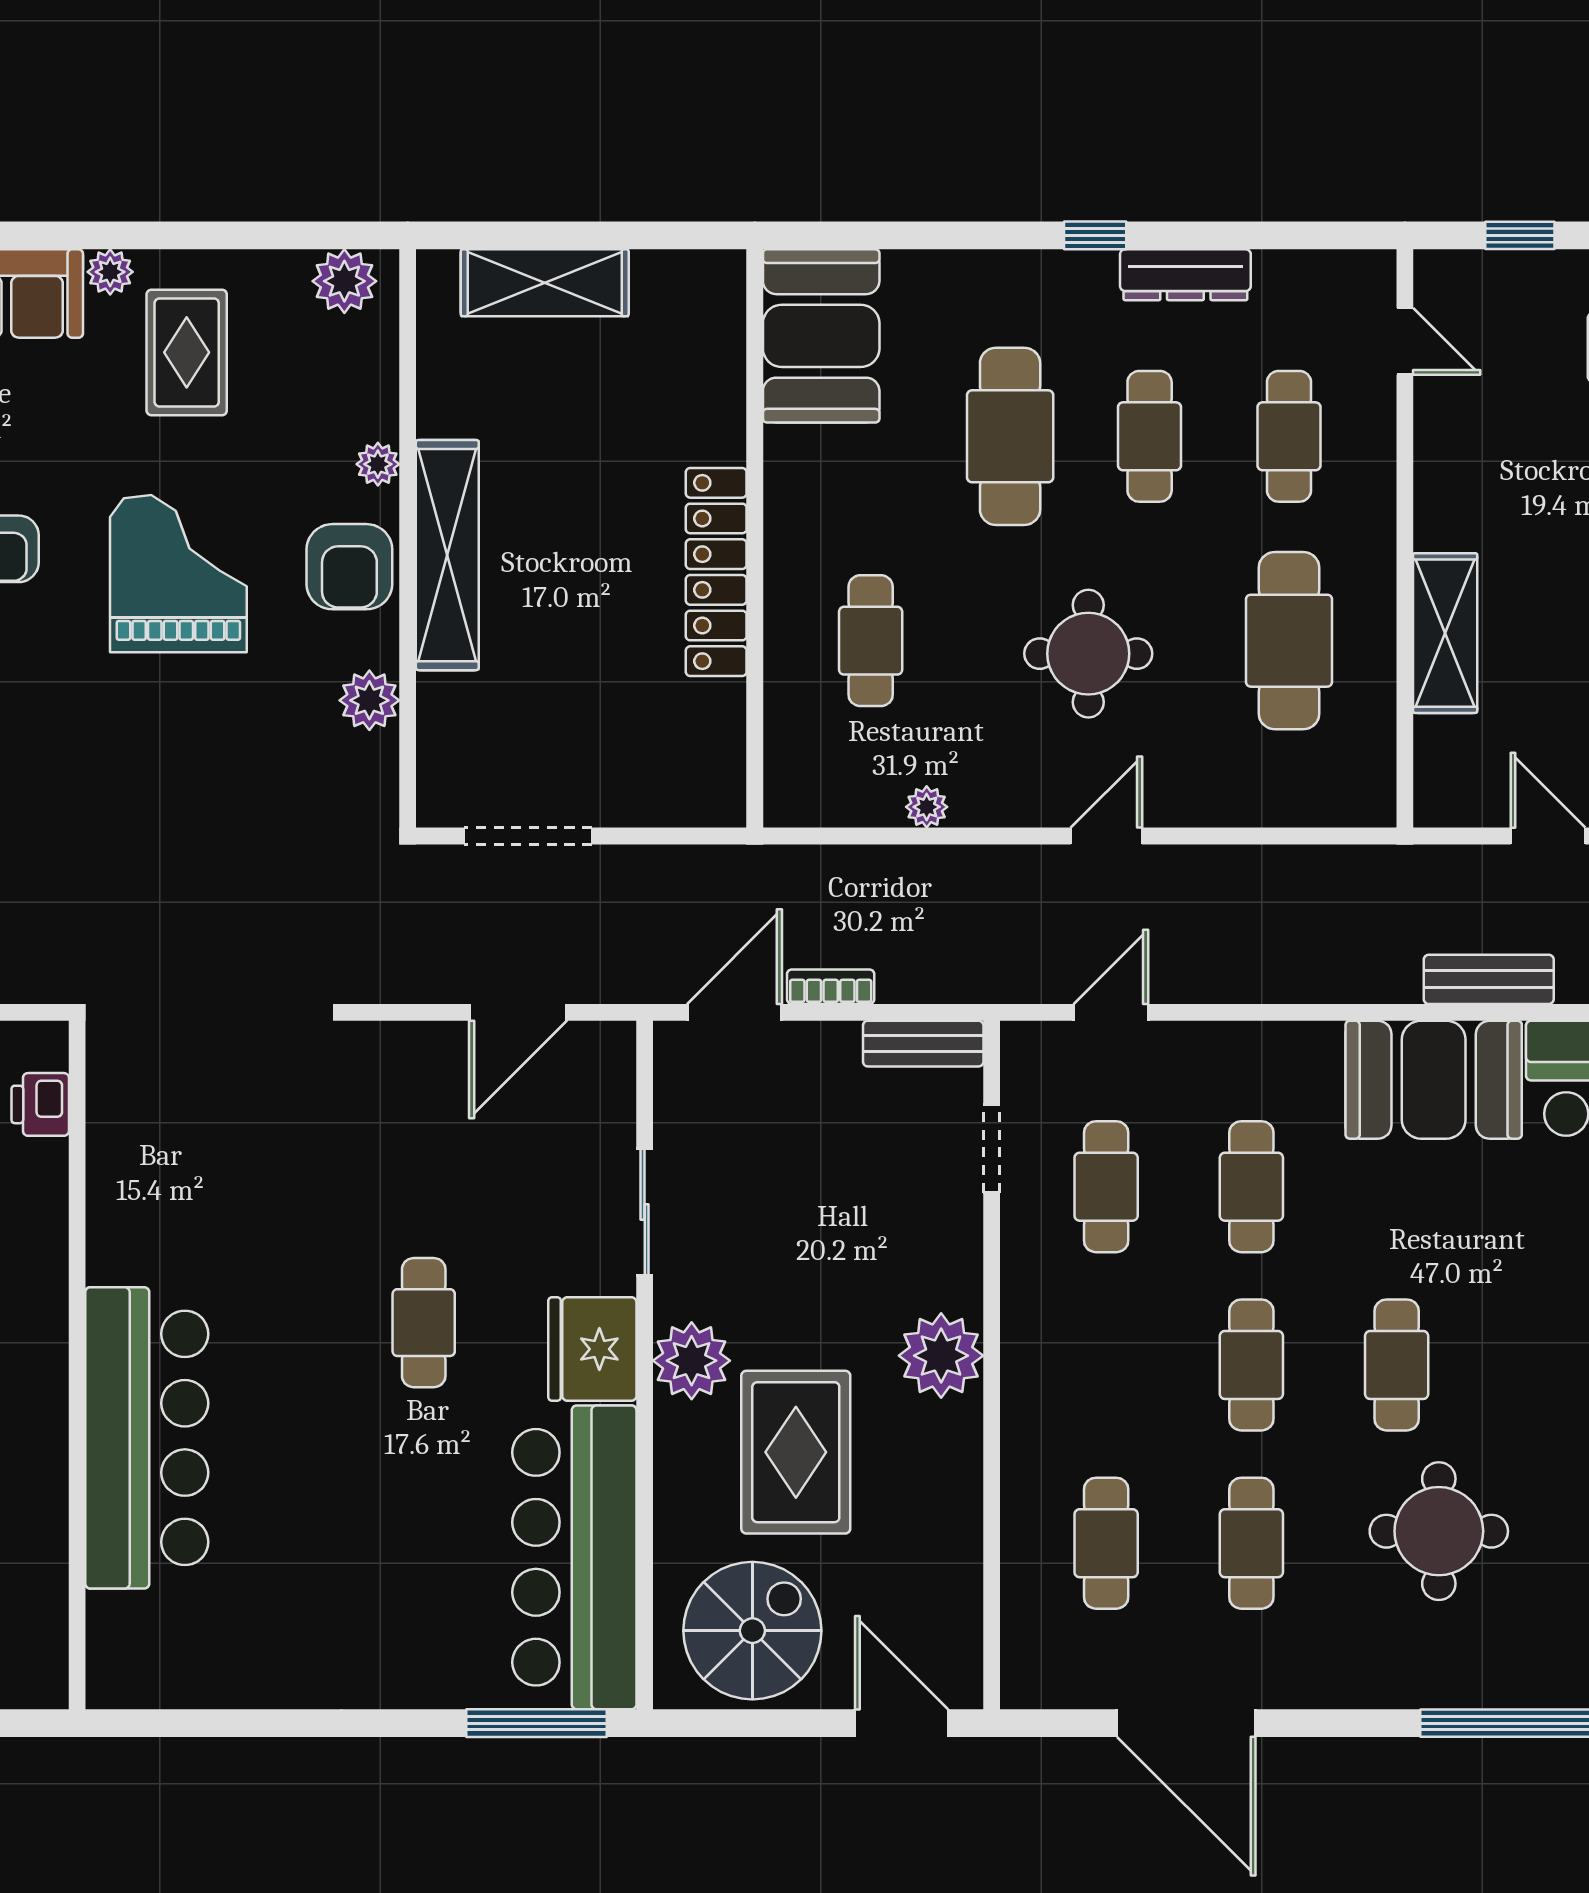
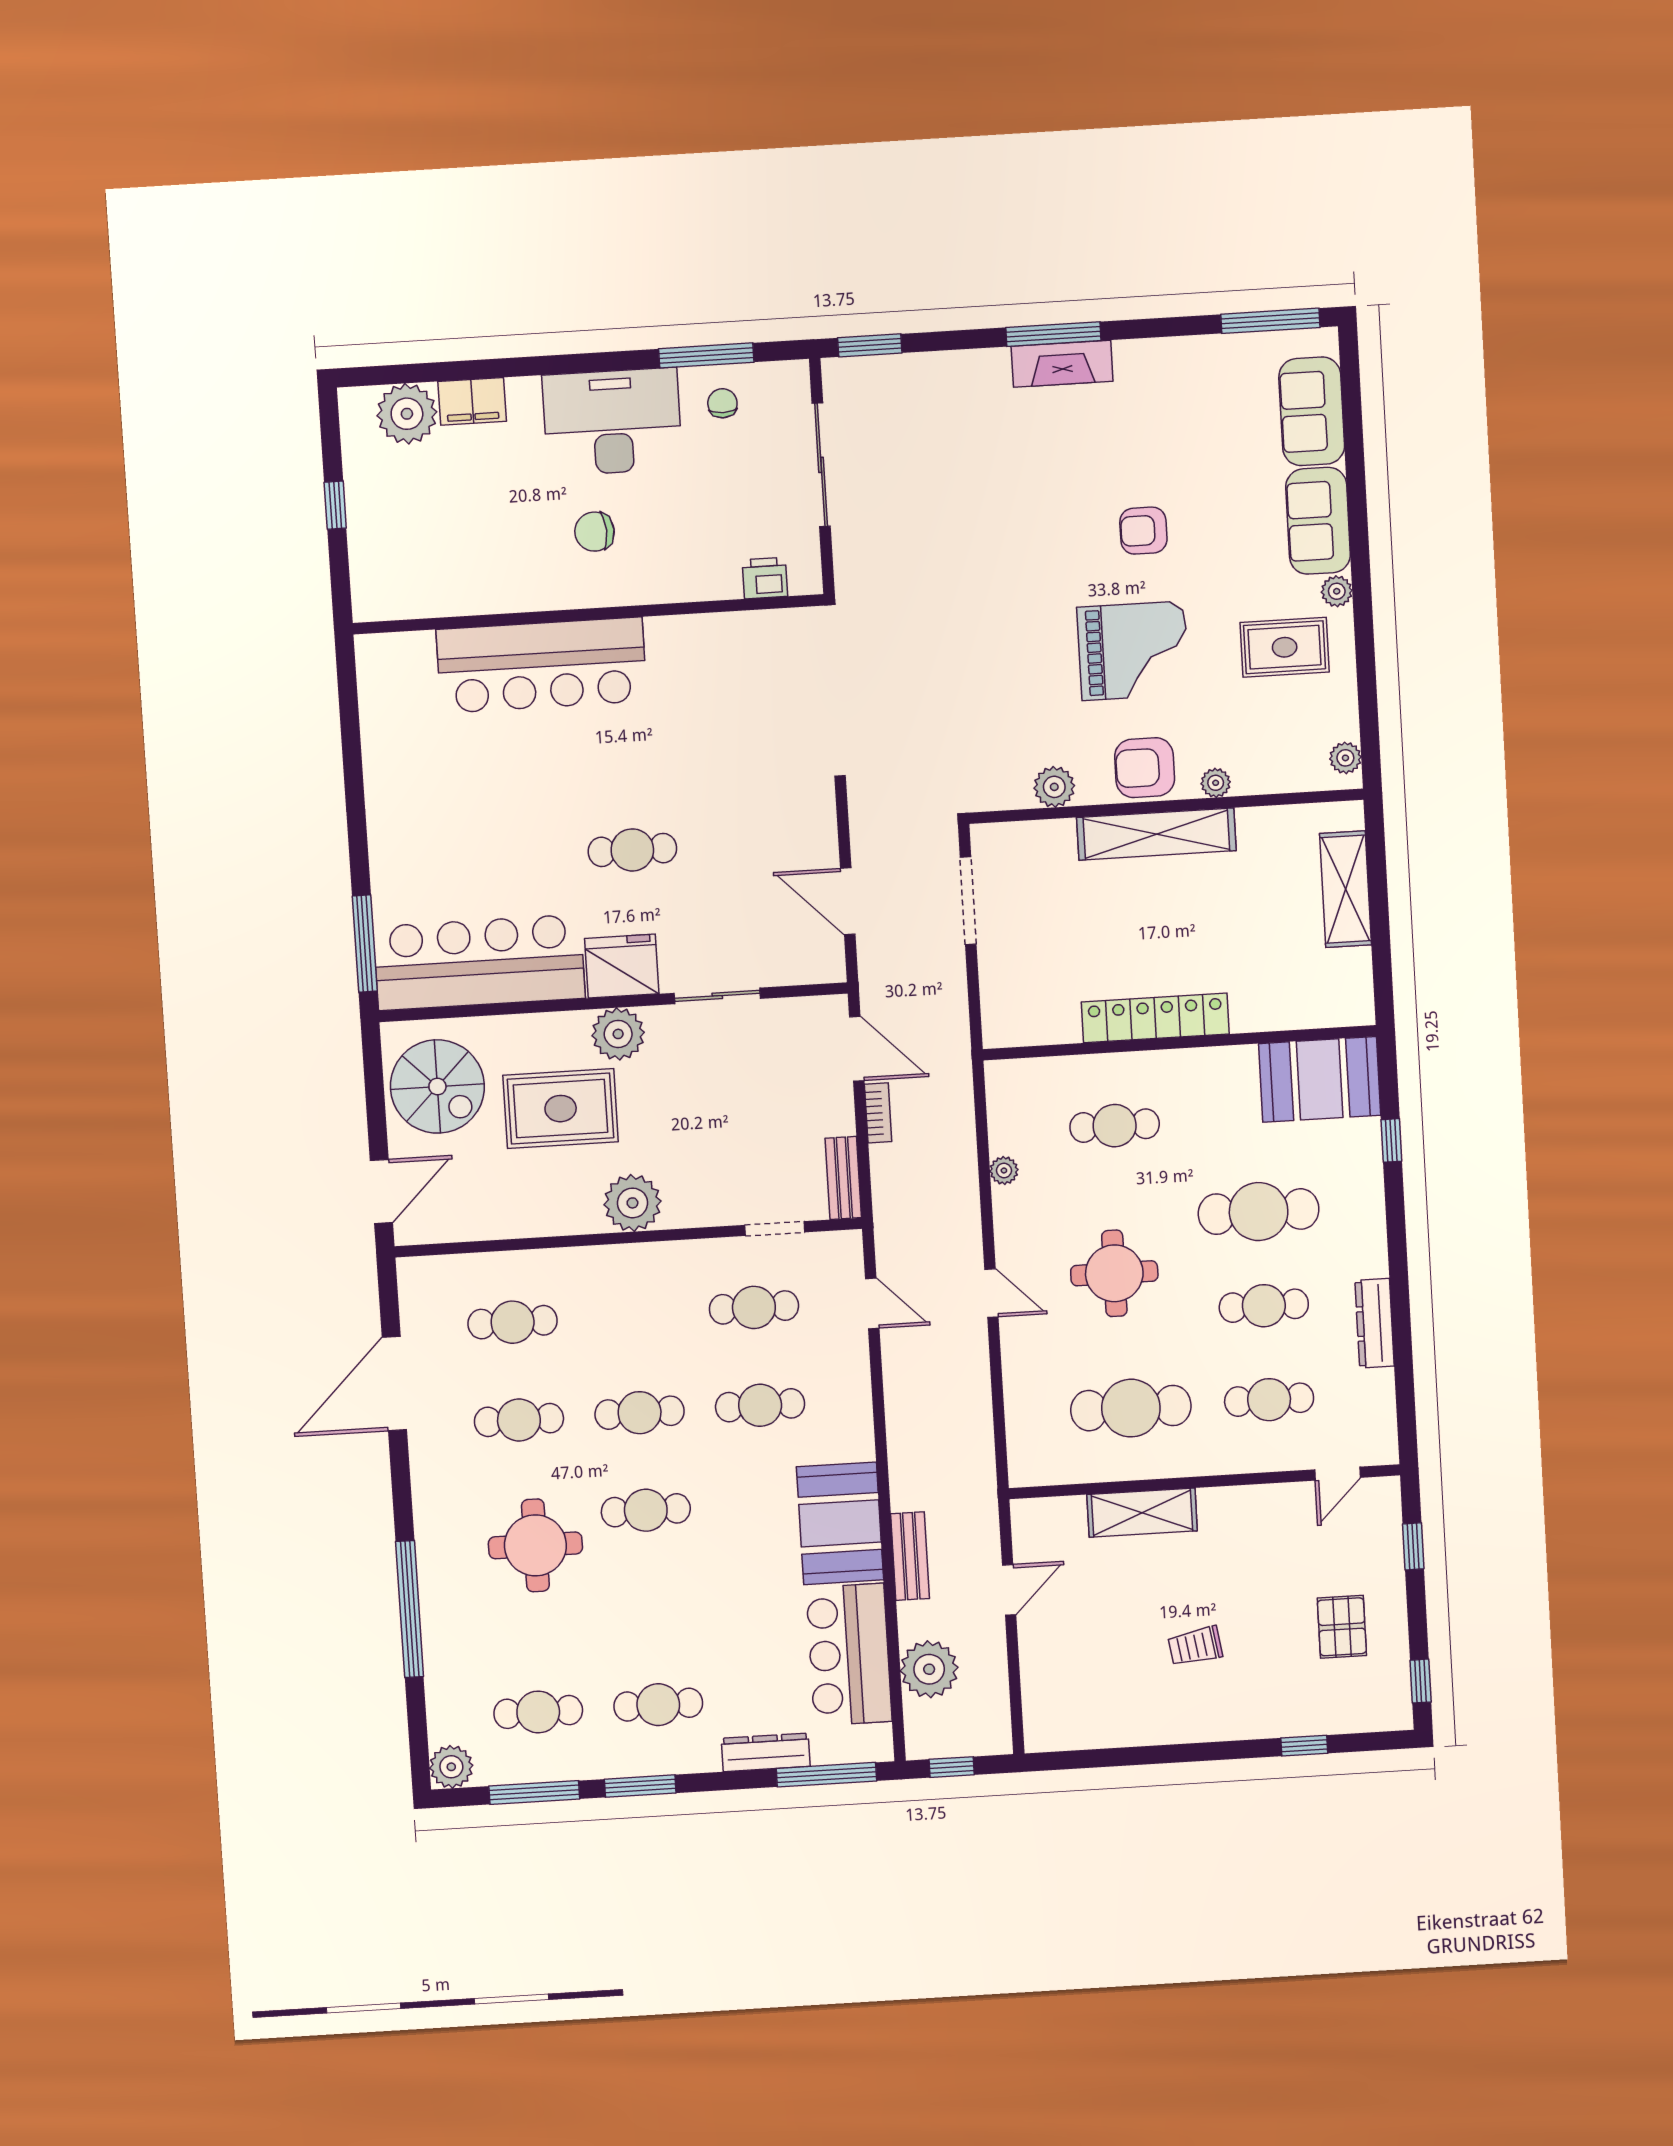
window: (1095, 235) -> (1391, 1140), moved
plant: (344, 281) -> (1345, 758), width x0.73, depth x0.73

